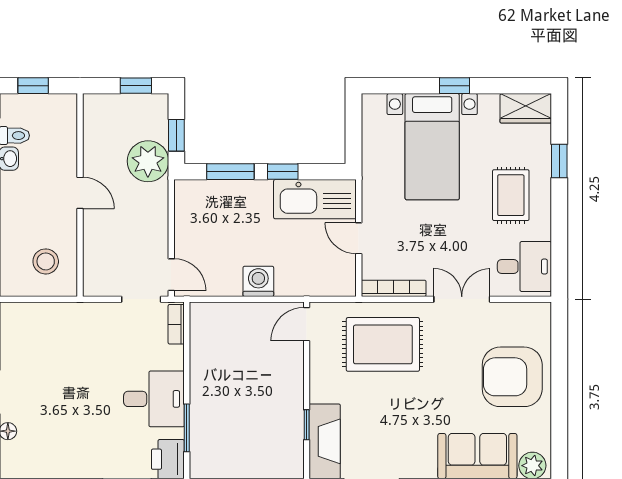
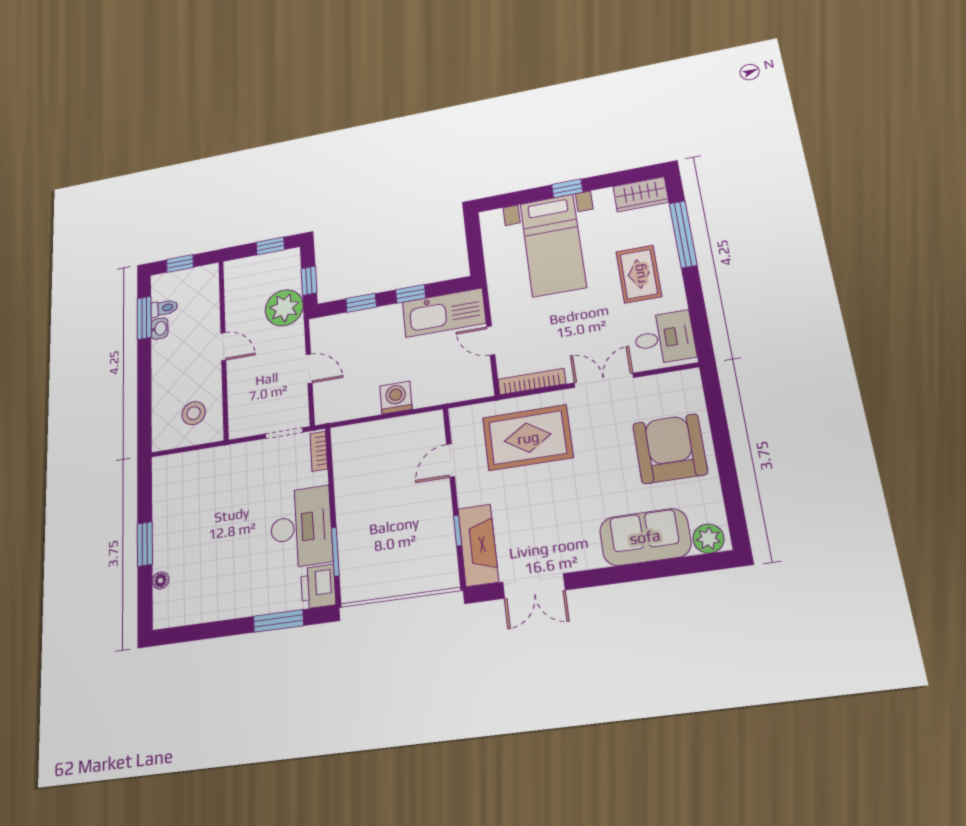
window: (559, 161) -> (683, 234), width x2.17
window: (230, 172) -> (361, 303), width x0.67
door: (171, 275) -> (309, 369), moved
door: (307, 324) -> (451, 460), moved
armchair: (512, 377) -> (670, 449), turned 90
desk: (154, 399) -> (301, 527), width x1.37

